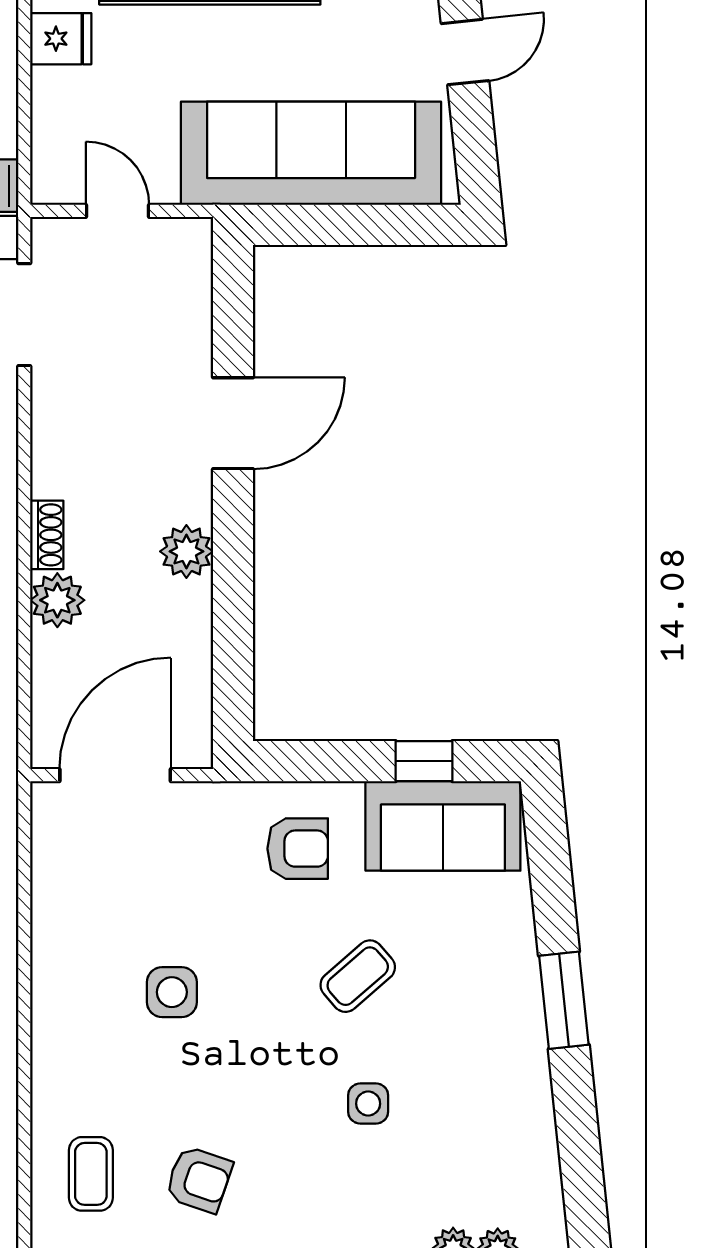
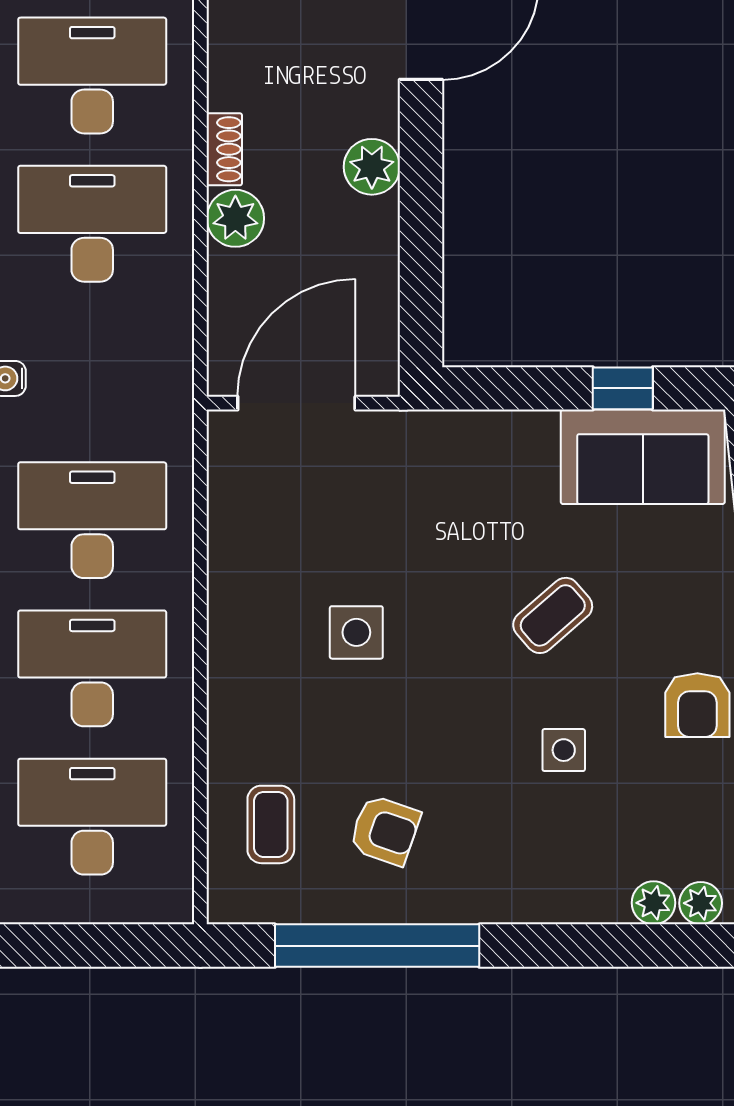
armchair: (298, 849) -> (697, 705), moved, turned 90

